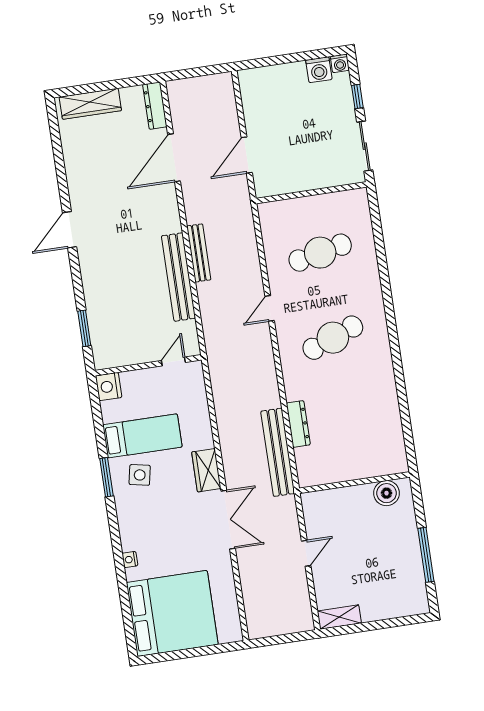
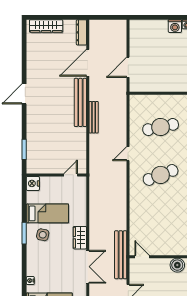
bench: (178, 277) -> (80, 102), moved
dresser: (298, 424) -> (134, 220), removed
bench: (278, 452) -> (121, 255), moved
door: (322, 487) -> (142, 257), added

